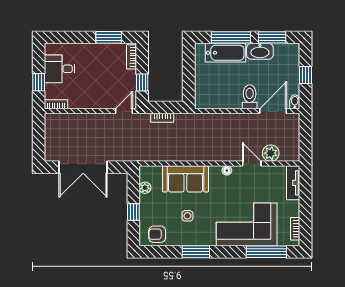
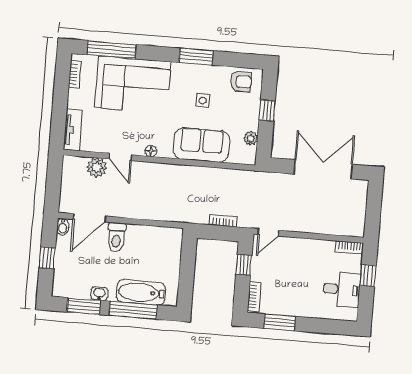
washbasin: (260, 51) -> (99, 294), width x0.52, depth x0.69

